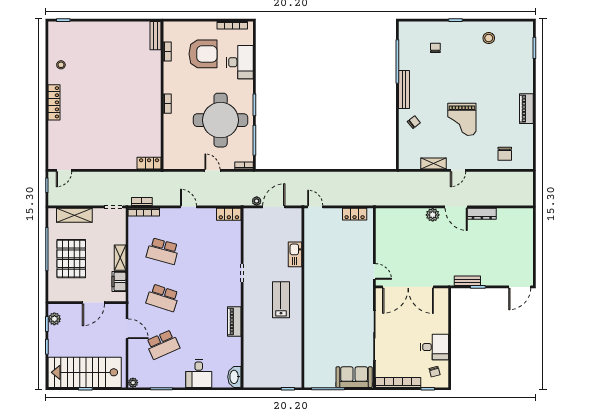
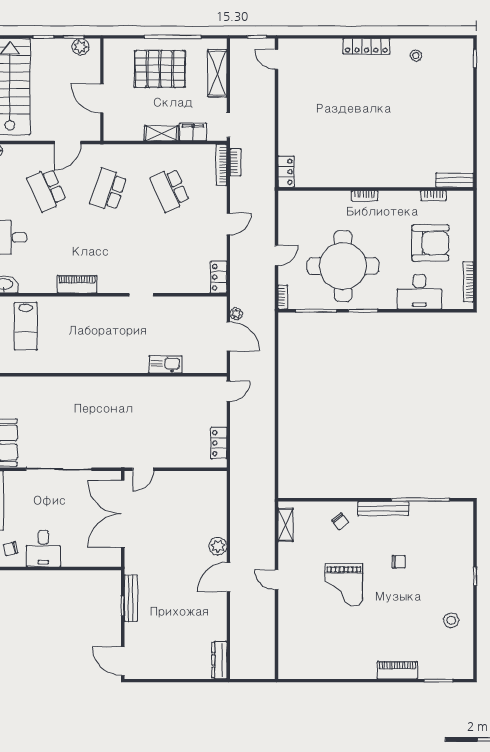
chair: (435, 48) -> (399, 562), moved
armchair: (203, 54) -> (430, 243), turned -90
piano: (526, 109) -> (397, 670), moved
grand piano: (462, 119) -> (344, 585), turned -90
chair: (505, 154) -> (298, 641), removed
shelving: (434, 164) -> (285, 525), moved
dresser: (482, 214) -> (219, 660), moved
school desk: (163, 251) -> (170, 190), turned -39
filing cabinet: (119, 281) -> (193, 132), moved
bench: (467, 281) -> (131, 598), width x1.36
lab bench: (281, 300) -> (26, 326), moved, turned 90

